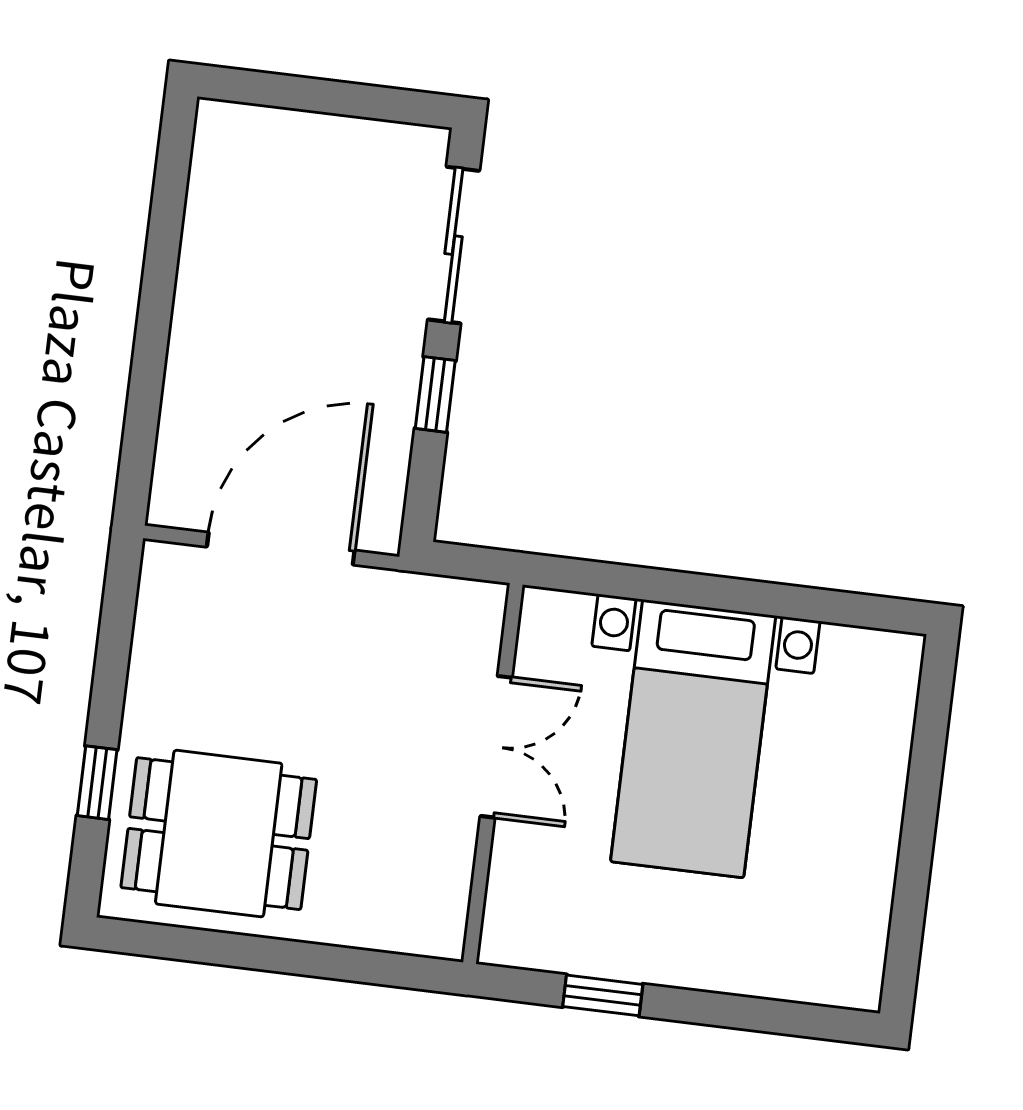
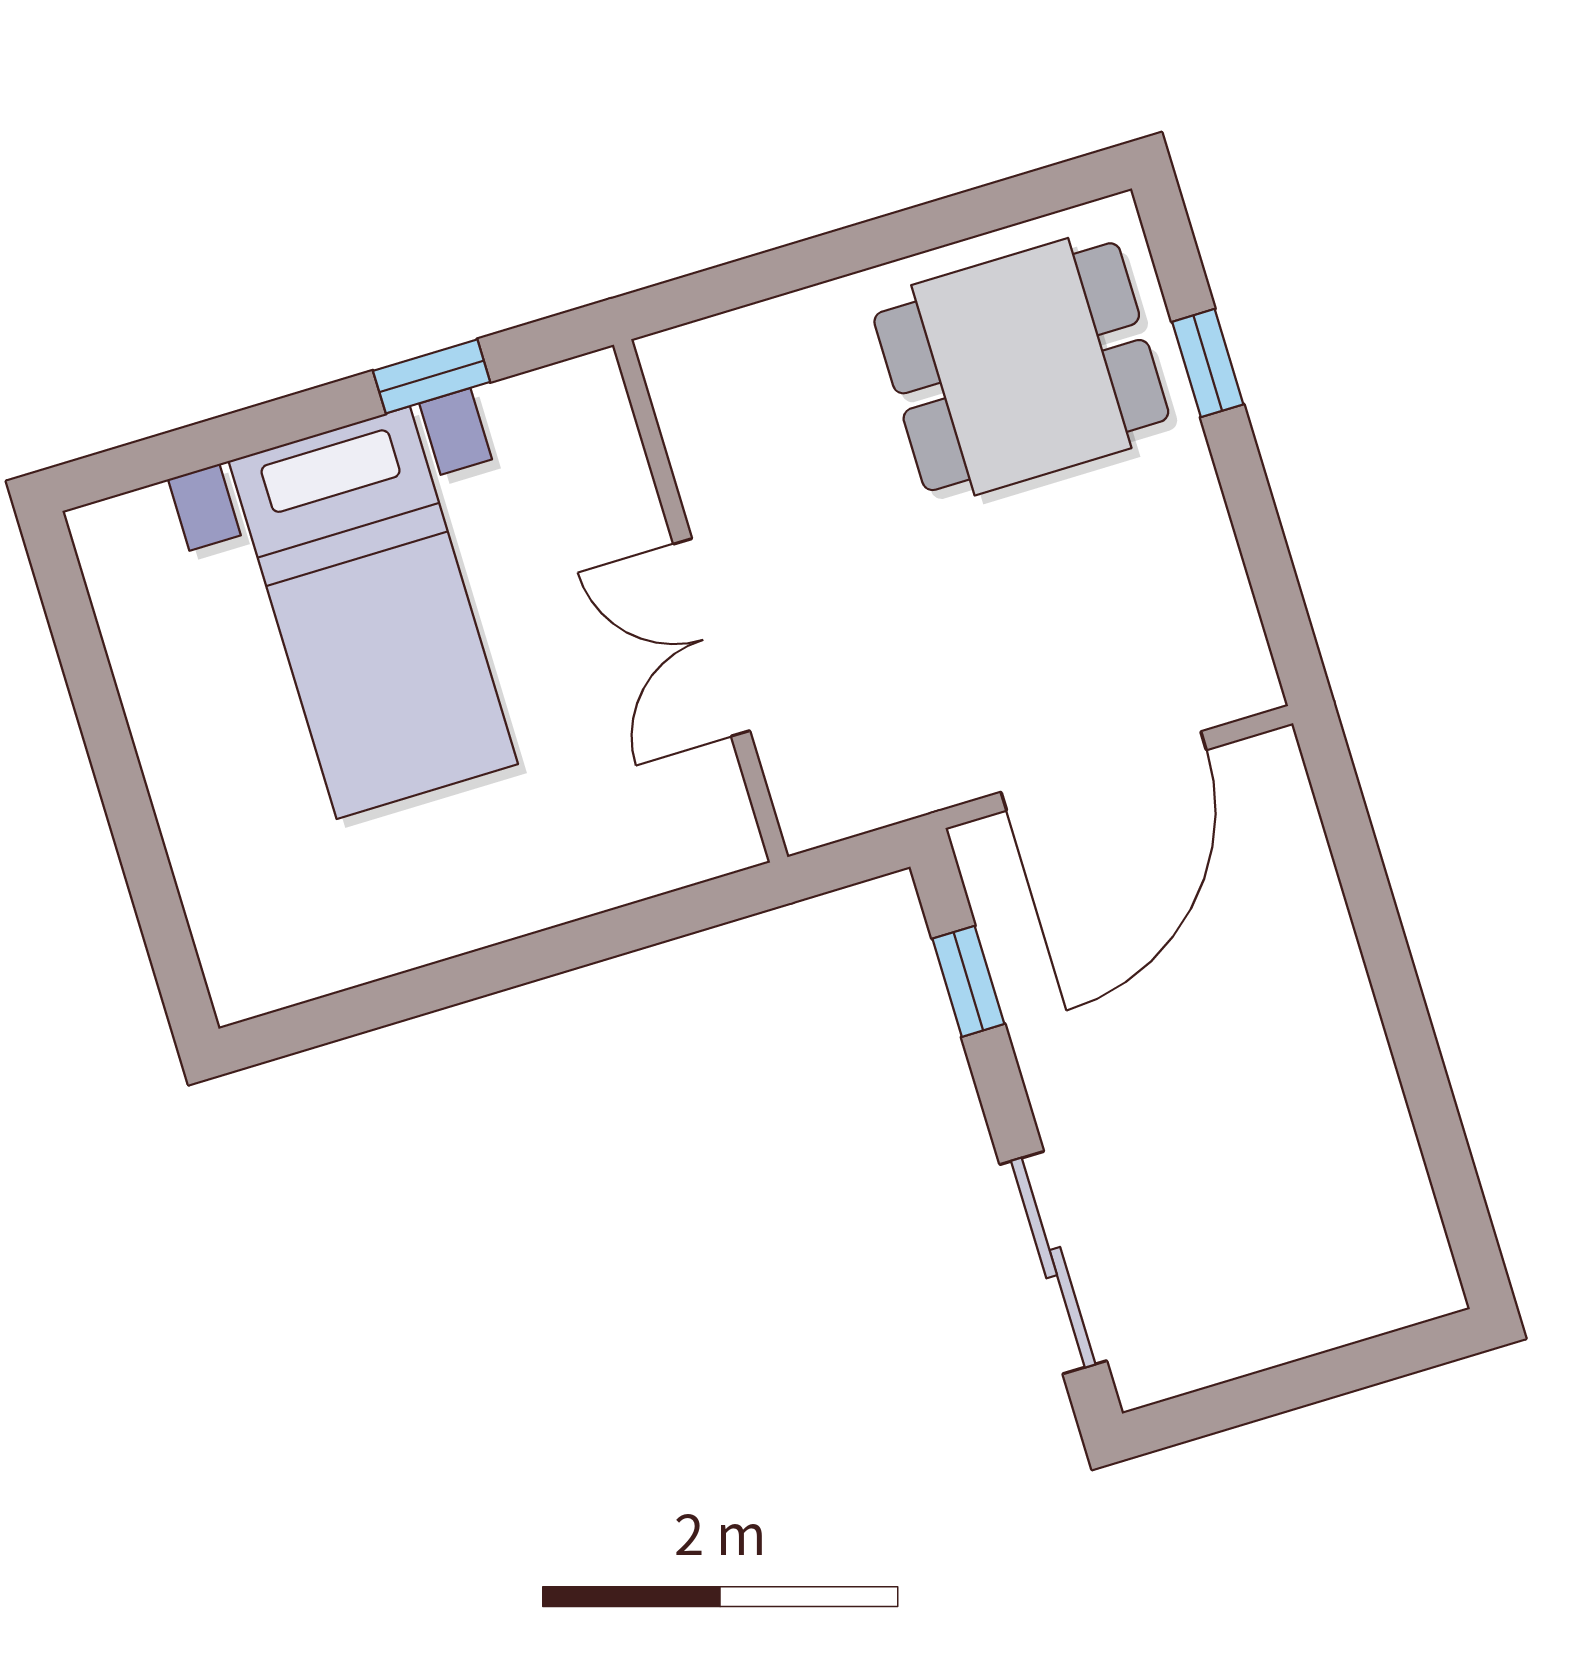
window: (435, 394) -> (968, 981), moved
bed with nightstands: (693, 739) -> (373, 613), moved, turned 180

